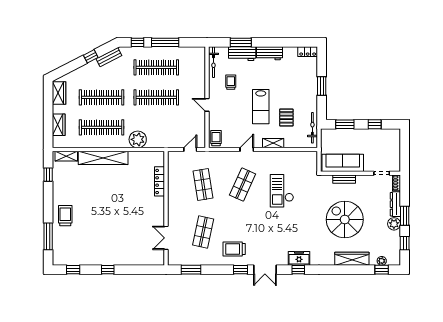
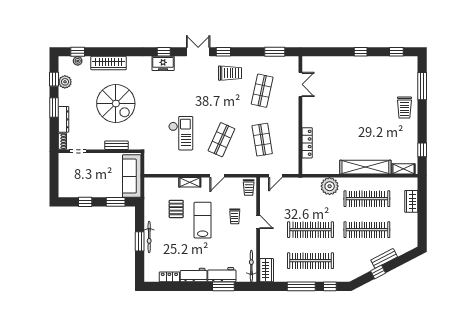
locker: (308, 52) -> (169, 277), moved
bench: (109, 57) -> (384, 258), moved
trolley: (231, 82) -> (235, 216), moved
wardrobe: (59, 93) -> (267, 270), moved, turned 180
bicycle: (312, 128) -> (149, 237), moved
sofa: (343, 163) -> (132, 176), moved, turned 90
plant: (394, 224) -> (65, 82), moved

